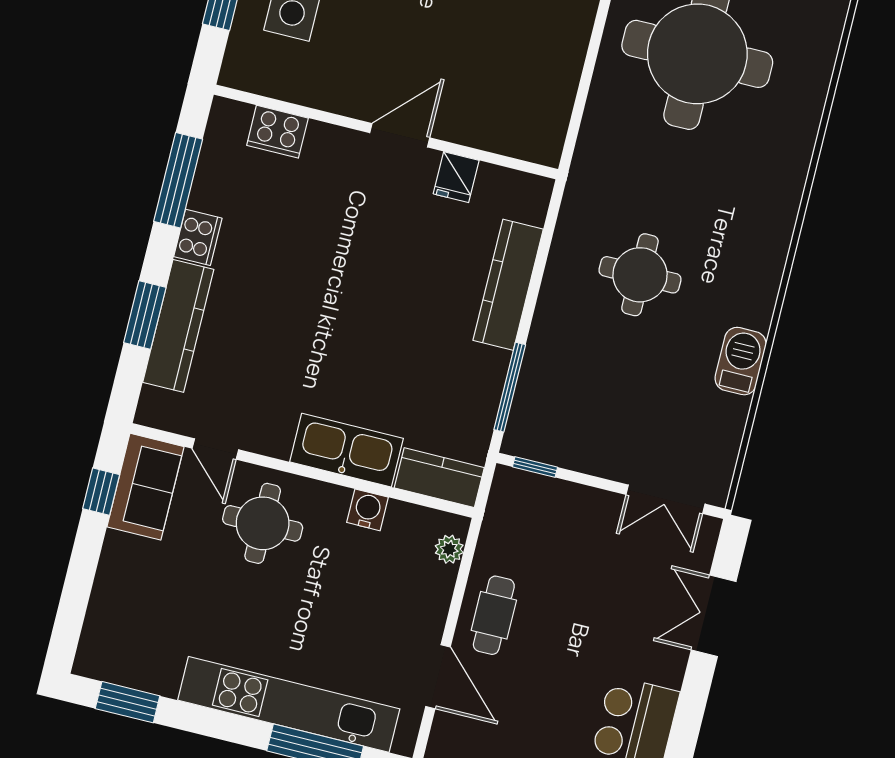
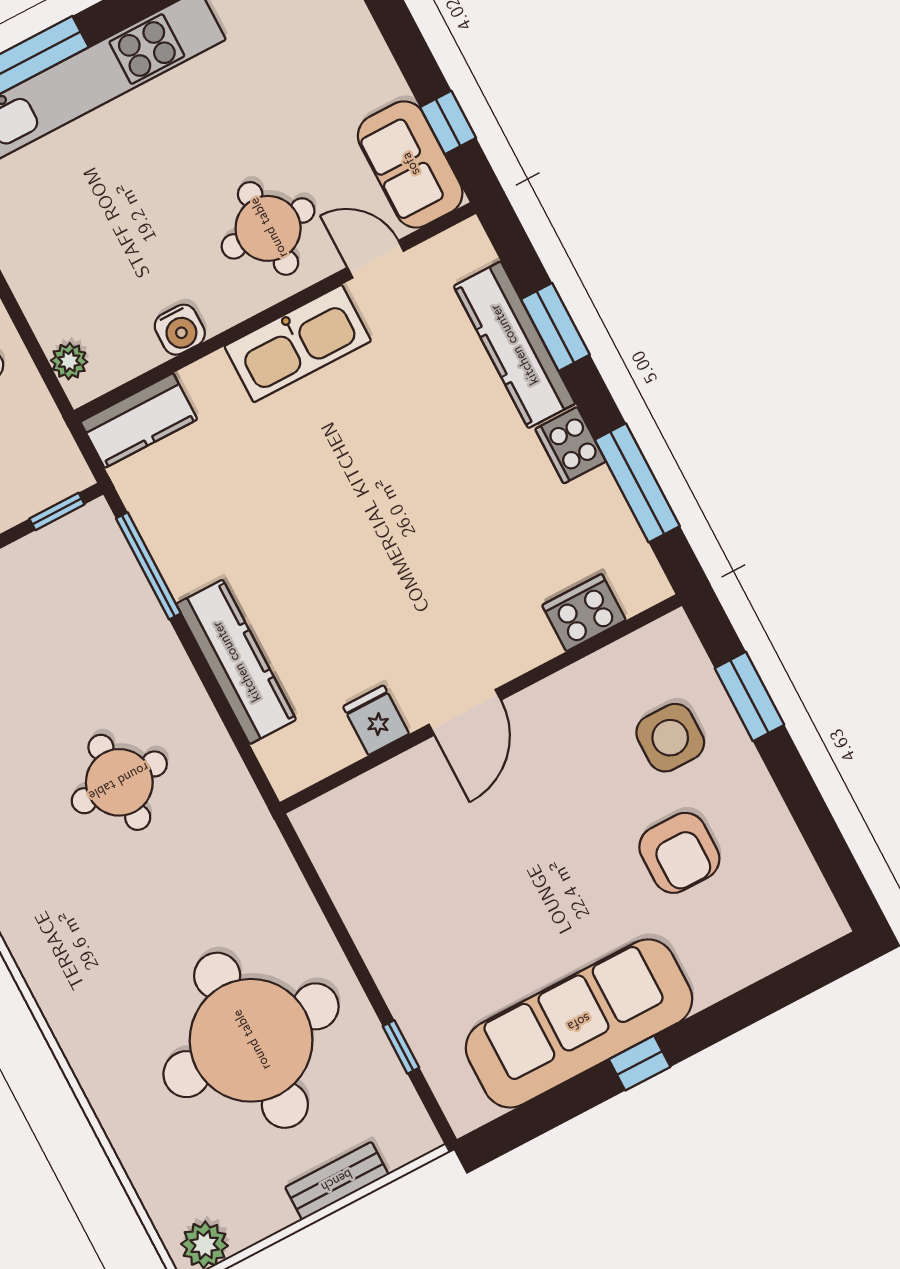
kitchen sink: (347, 450) -> (298, 344), moved

